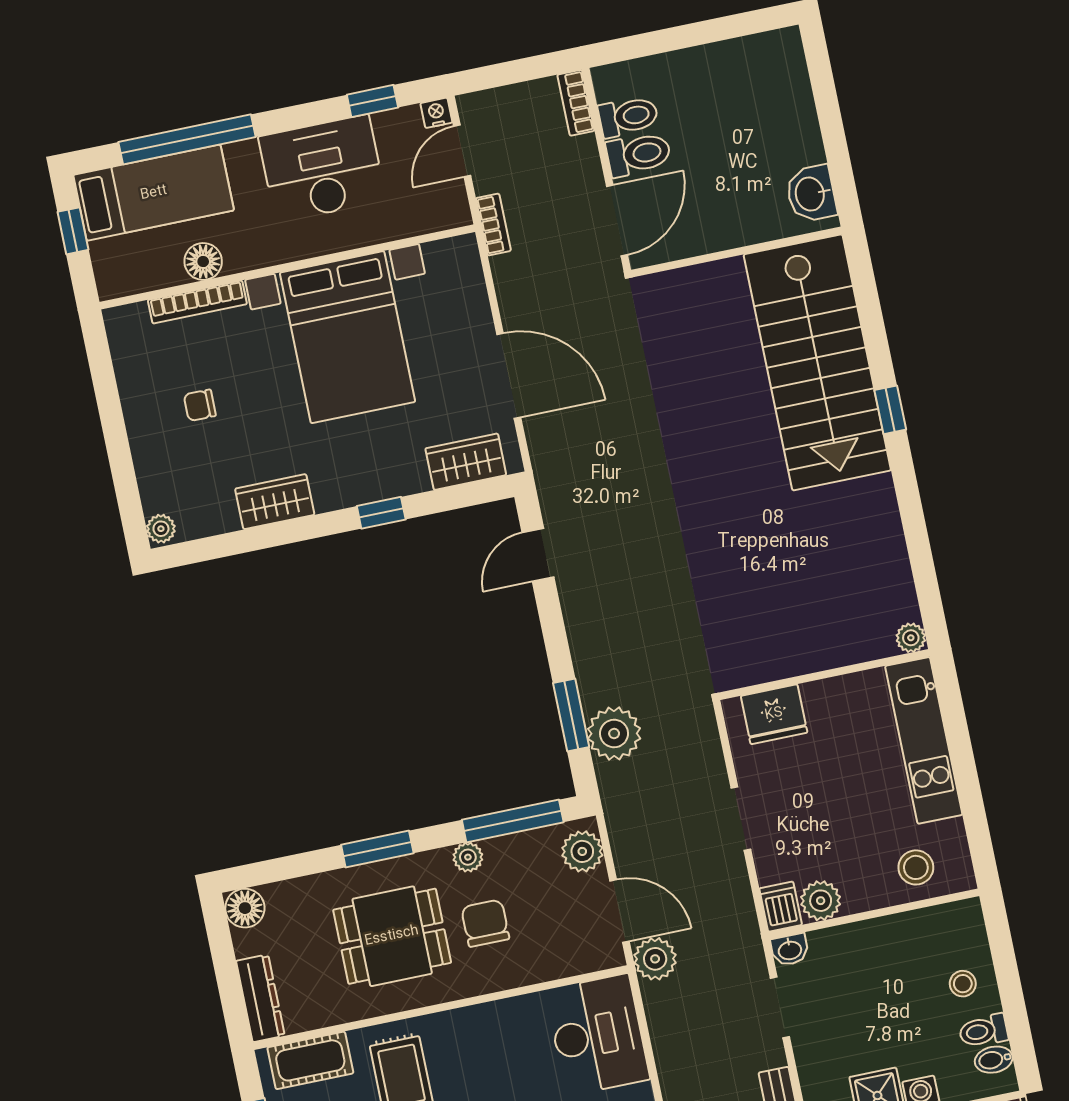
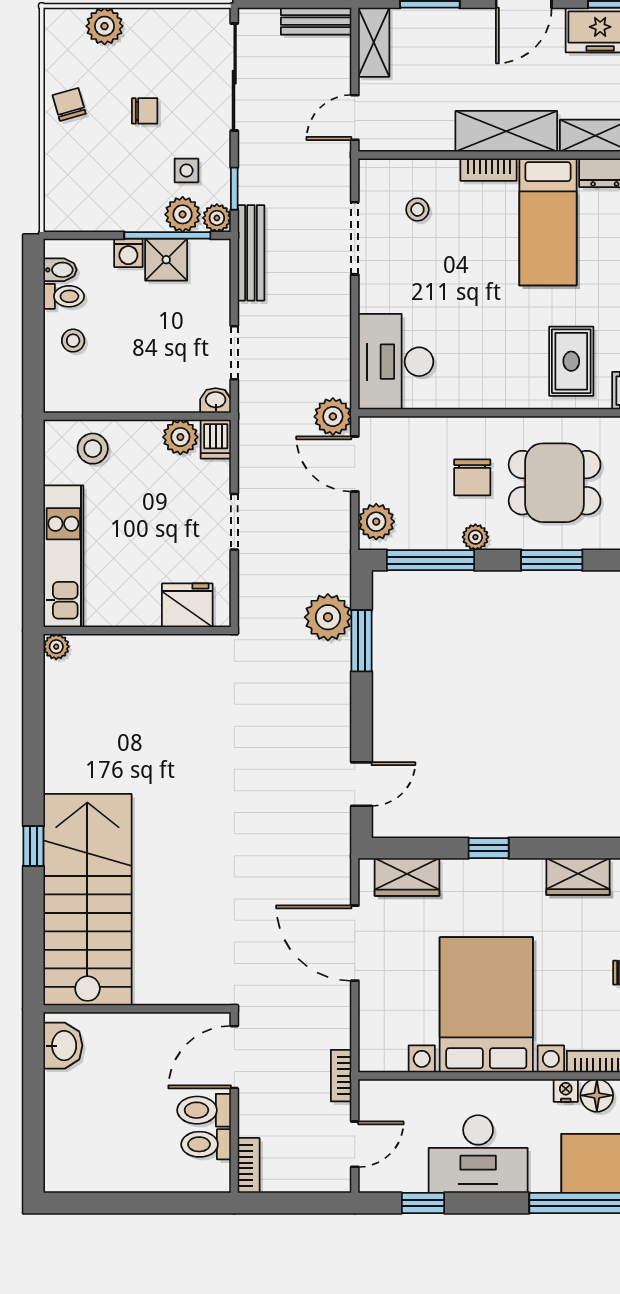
nightstand: (436, 113) -> (566, 1091), moved, turned 180

